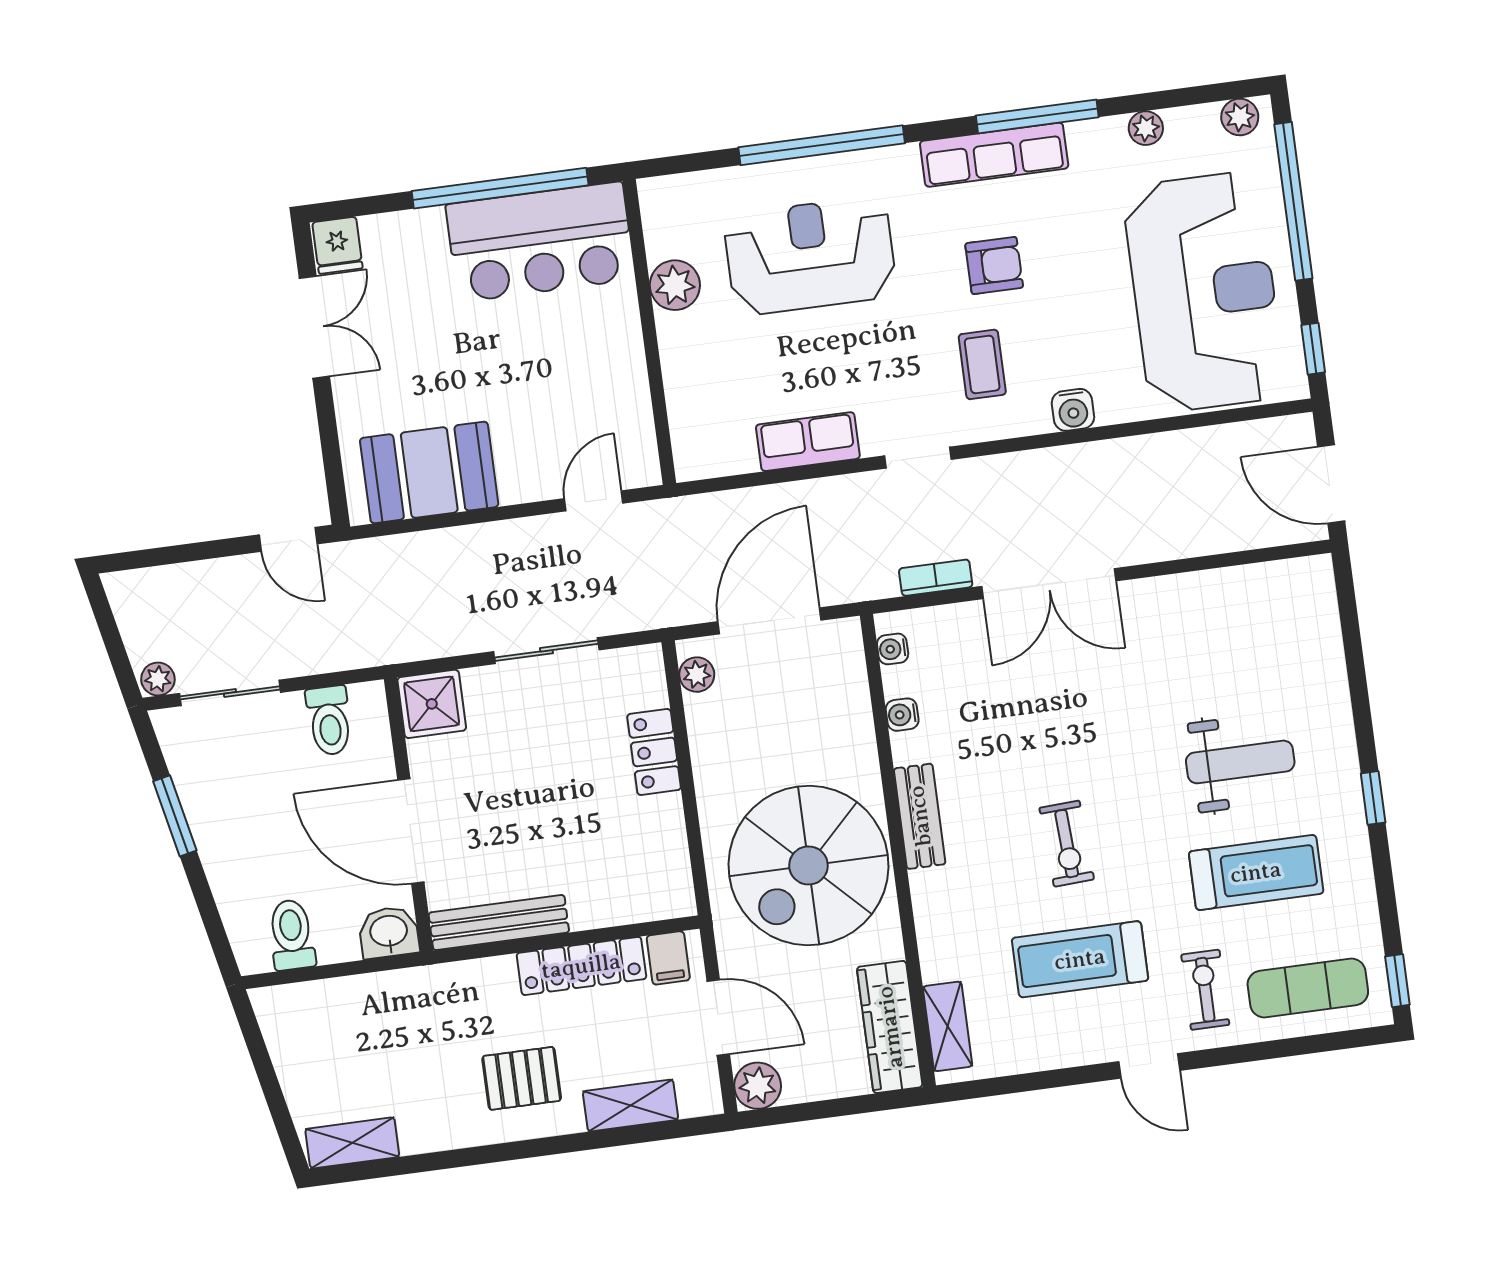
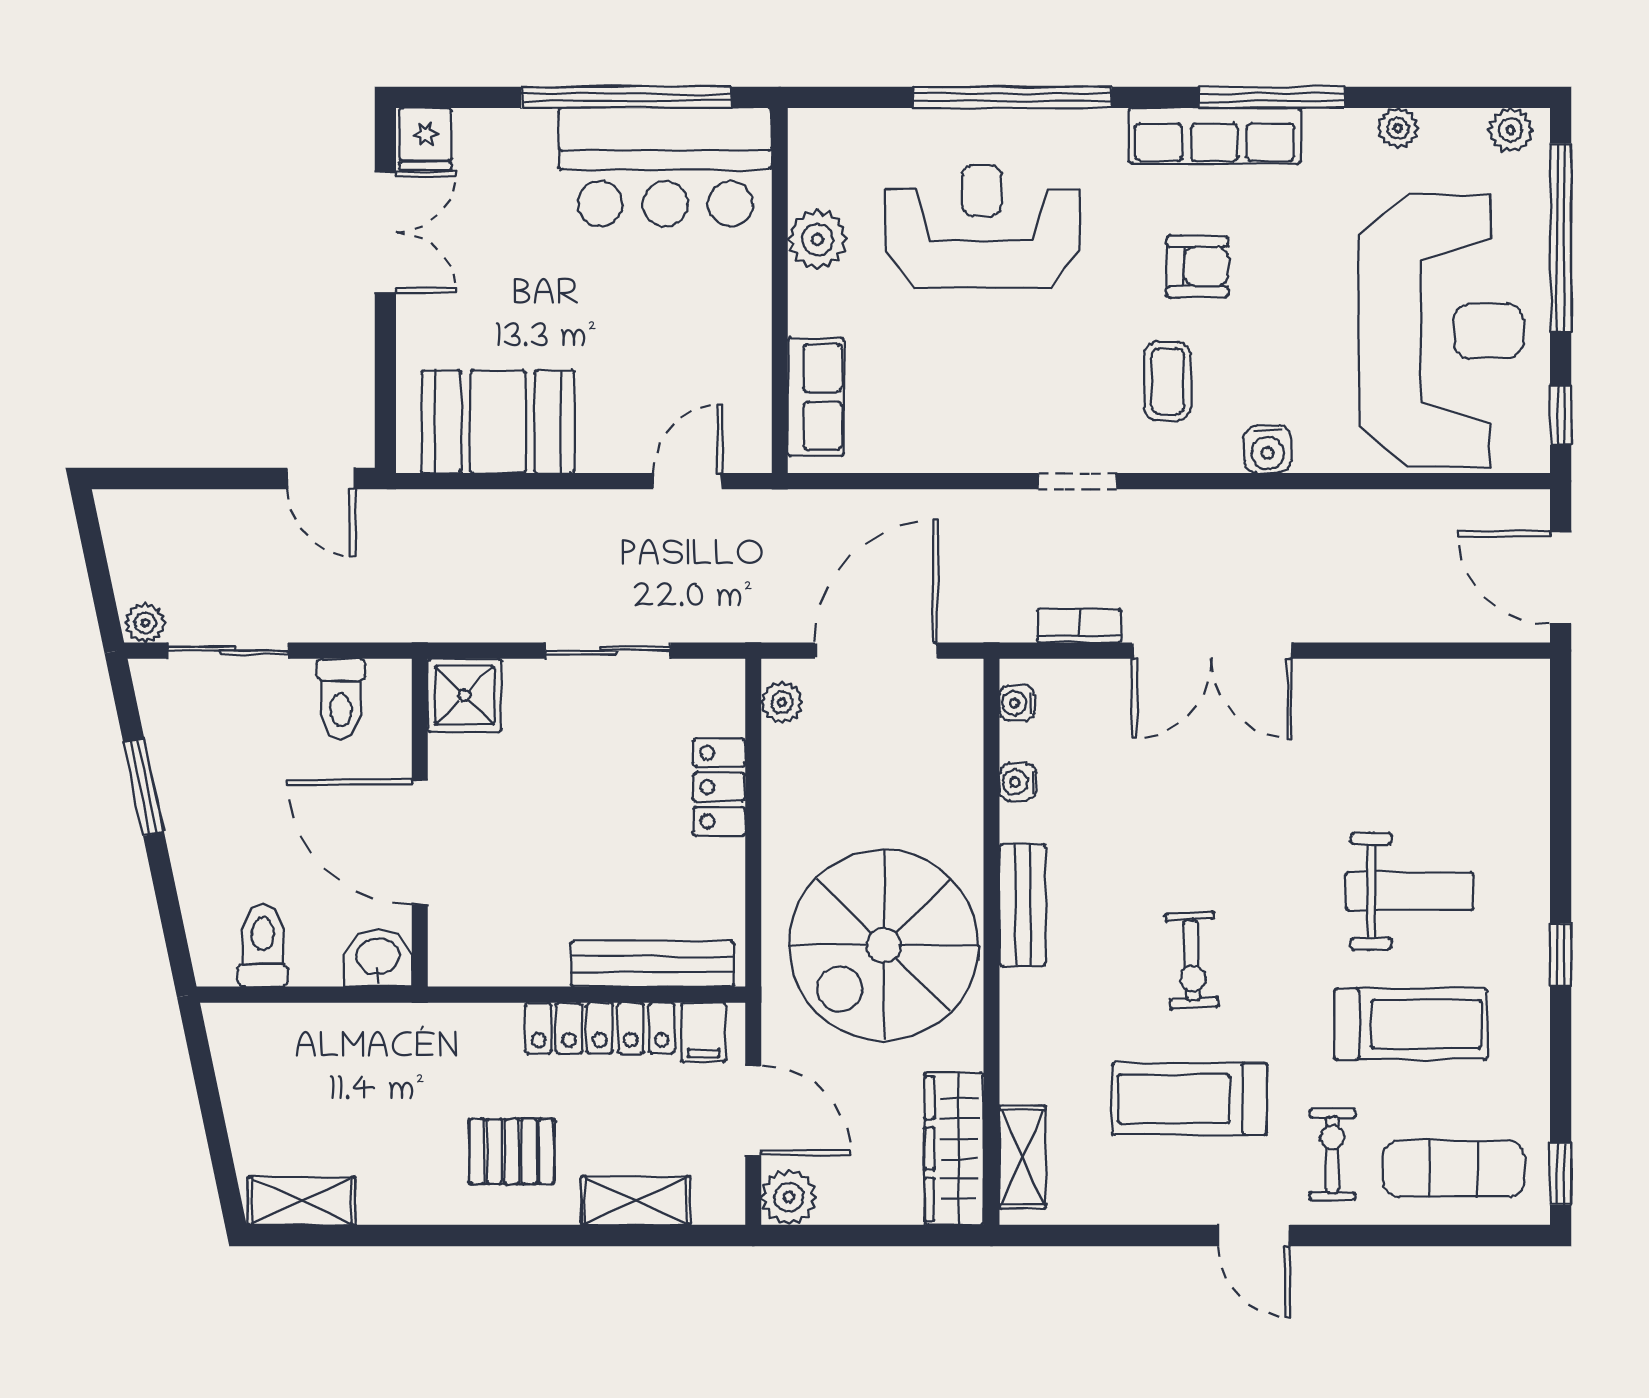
row of seats: (808, 442) -> (816, 397), moved, turned 90
bench: (499, 923) -> (652, 964), moved

